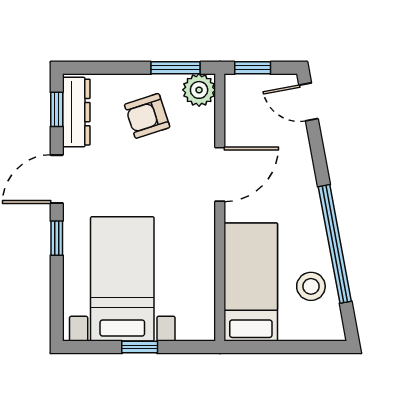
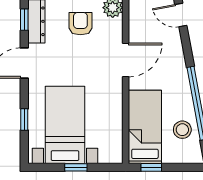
armchair: (147, 116) -> (80, 24), turned 108
window: (57, 238) -> (24, 120), moved
window: (261, 347) -> (151, 167), added

